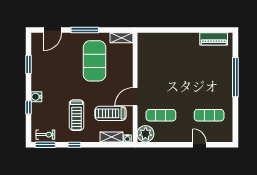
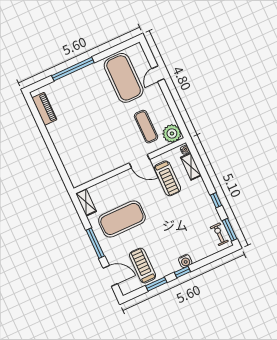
window: (28, 107) -> (182, 272), moved
treadmill: (77, 115) -> (143, 266), moved, turned -90
exercise mat: (209, 115) -> (124, 78), width x2.00, depth x1.45

